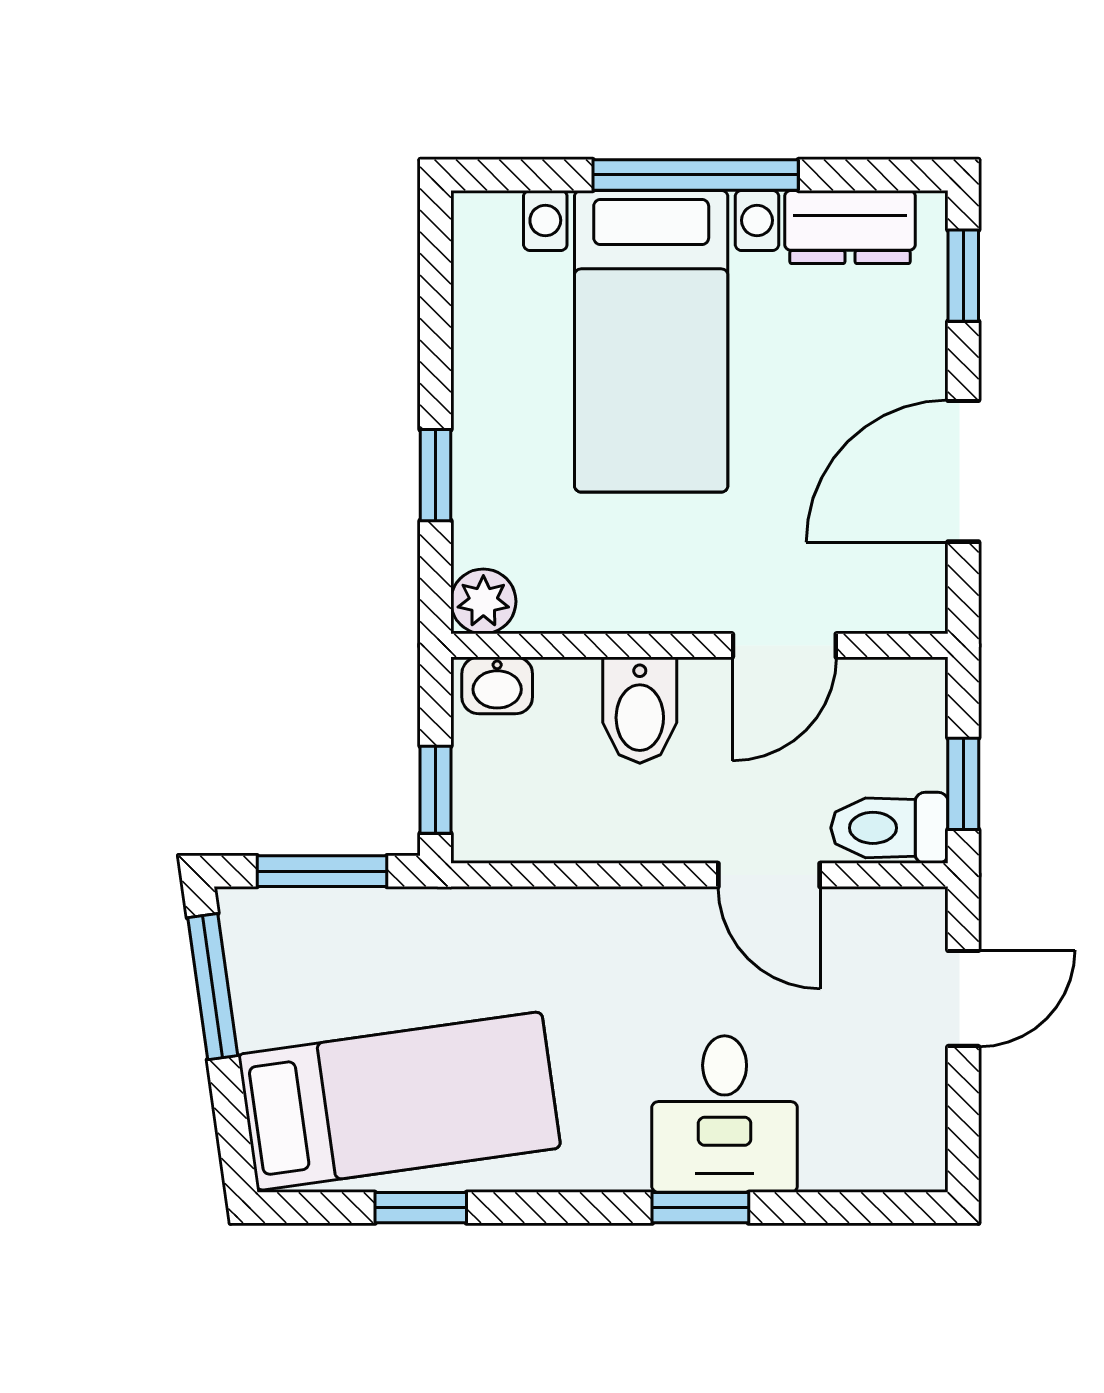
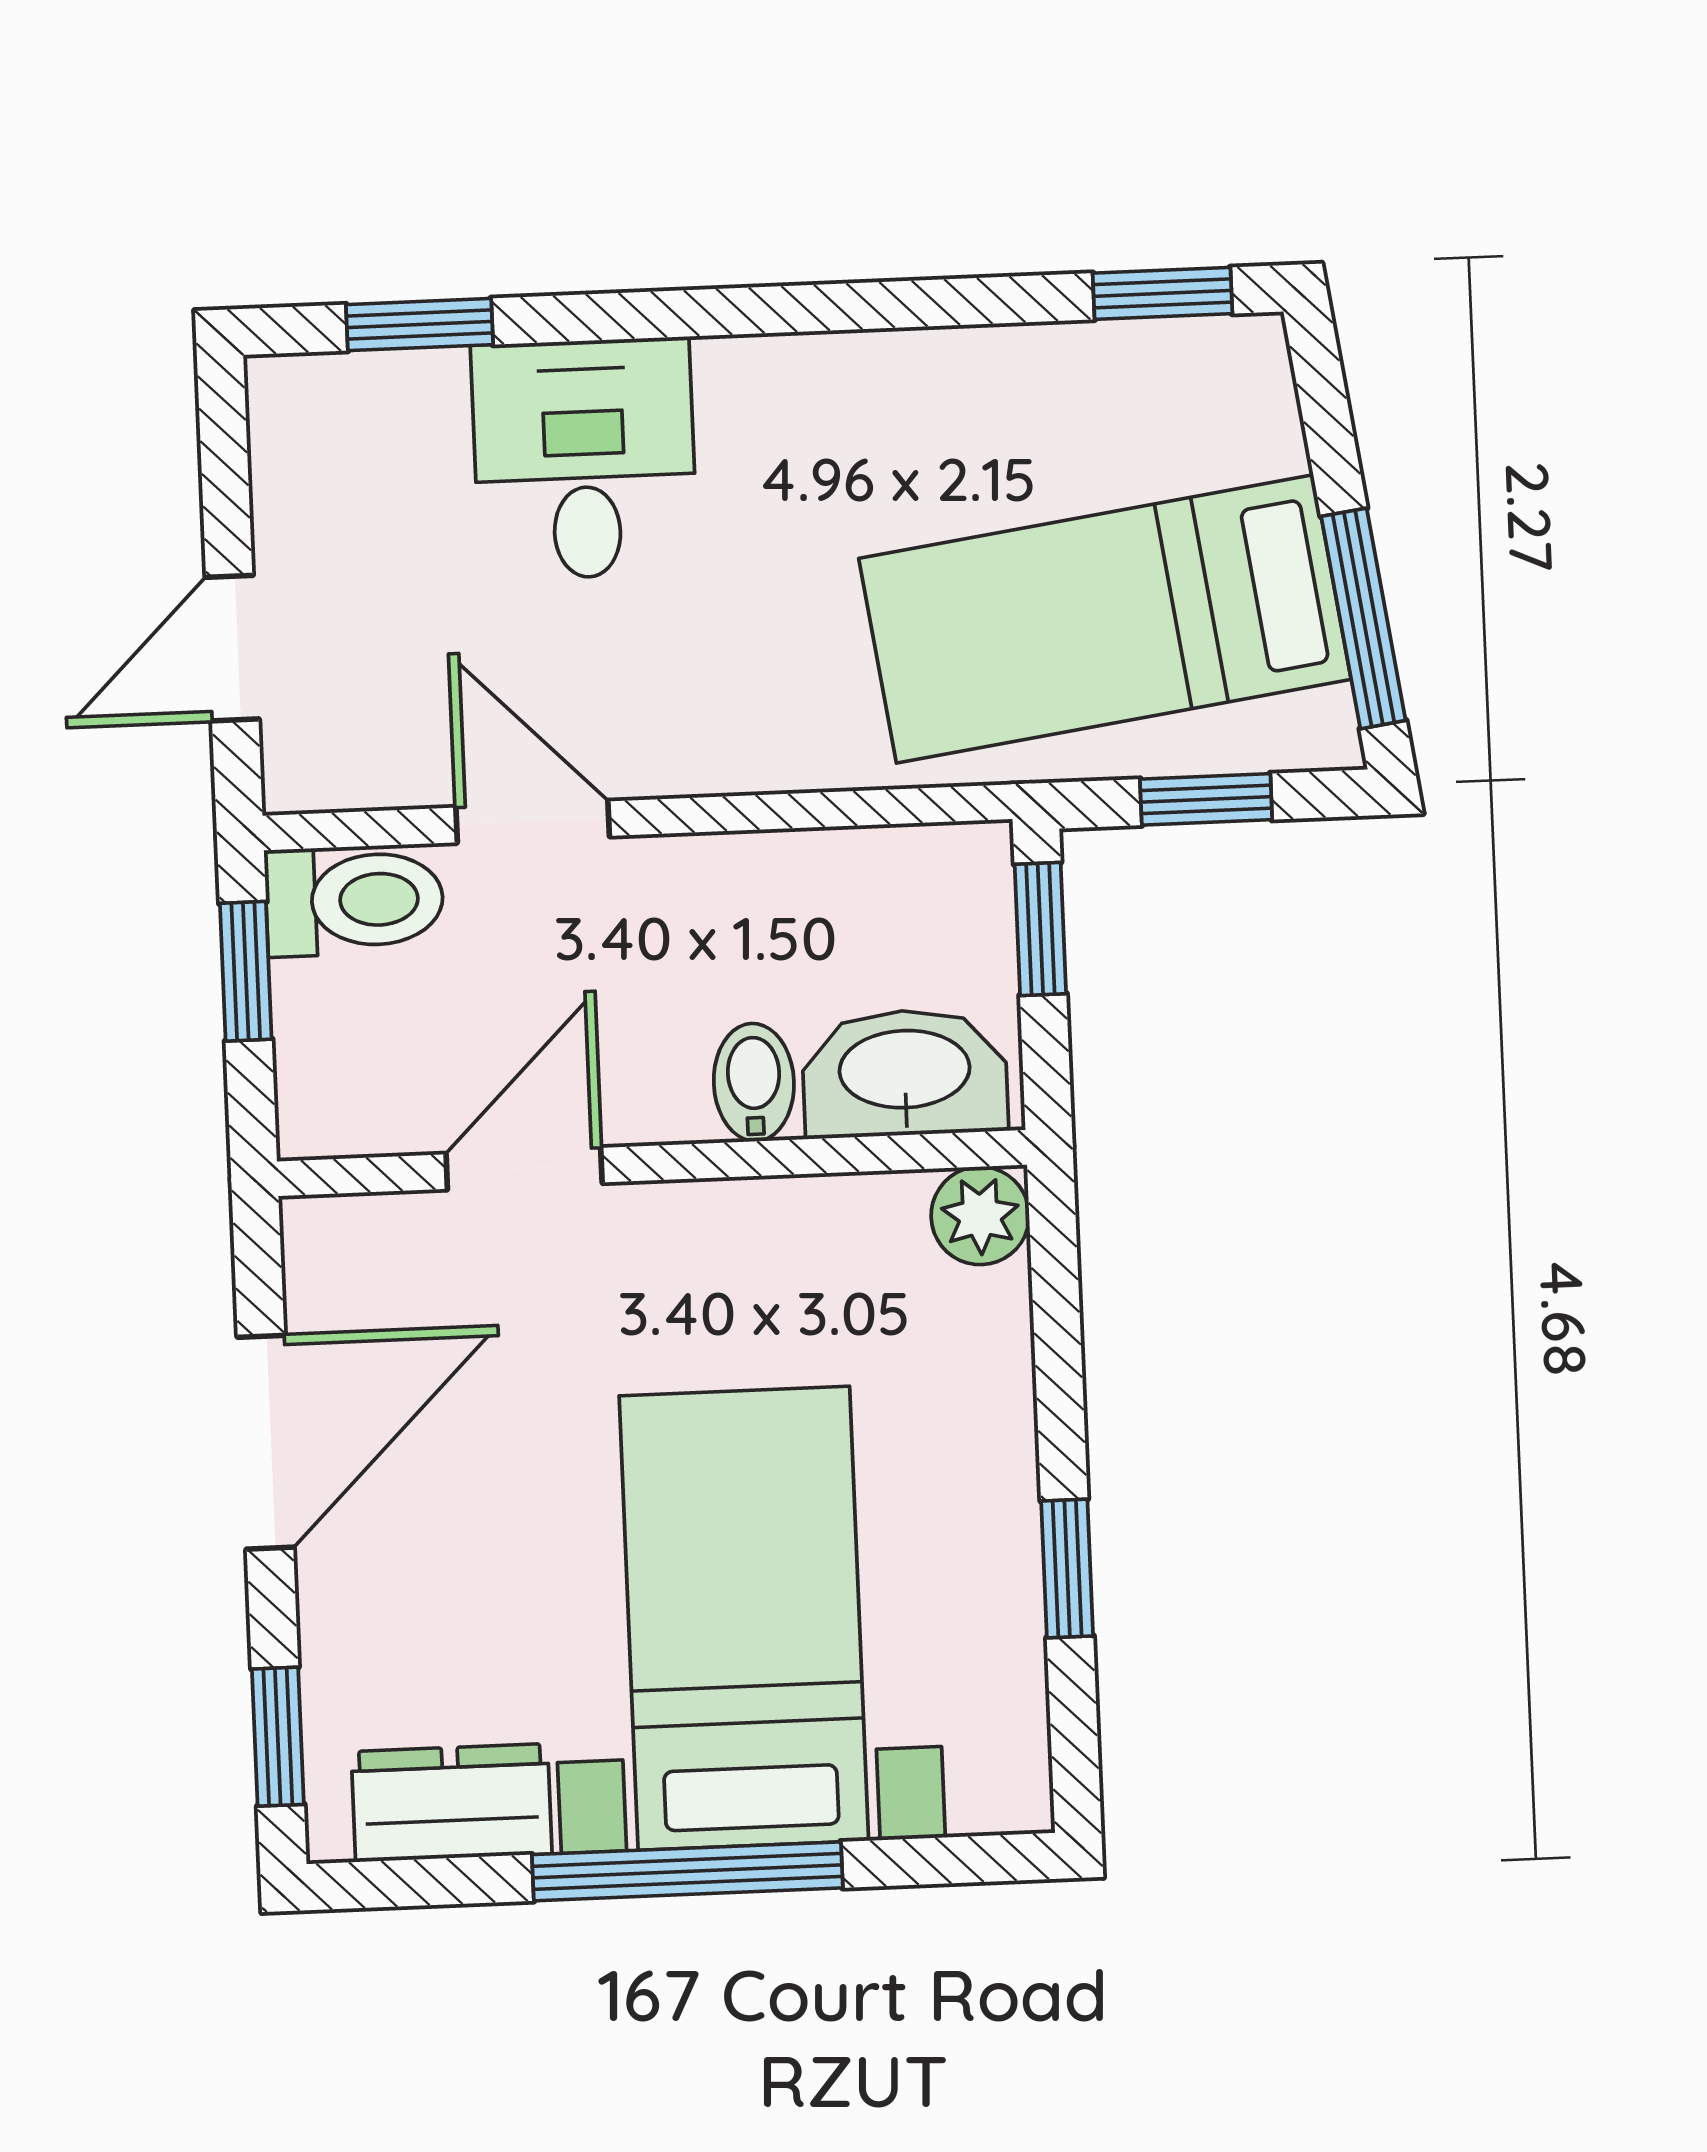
window: (435, 475) -> (1067, 1568), moved
washbasin: (497, 685) -> (905, 1073), width x1.91, depth x1.45
bidet: (640, 710) -> (754, 1082), width x0.72, depth x0.74
window: (322, 871) -> (1206, 799), width x0.67
bed: (399, 1101) -> (1105, 619), moved
window: (421, 1208) -> (1162, 293), moved
window: (700, 1208) -> (419, 325), moved

